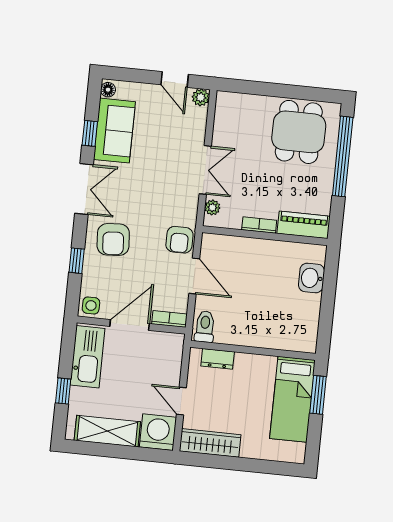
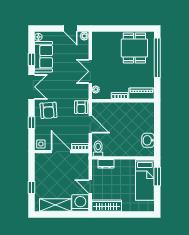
double door: (205, 170) -> (90, 71), swing flipped
washbasin: (311, 278) -> (148, 140), moved
door: (130, 325) -> (61, 152), hinge flipped
kitchen sink: (88, 357) -> (42, 169), removed

